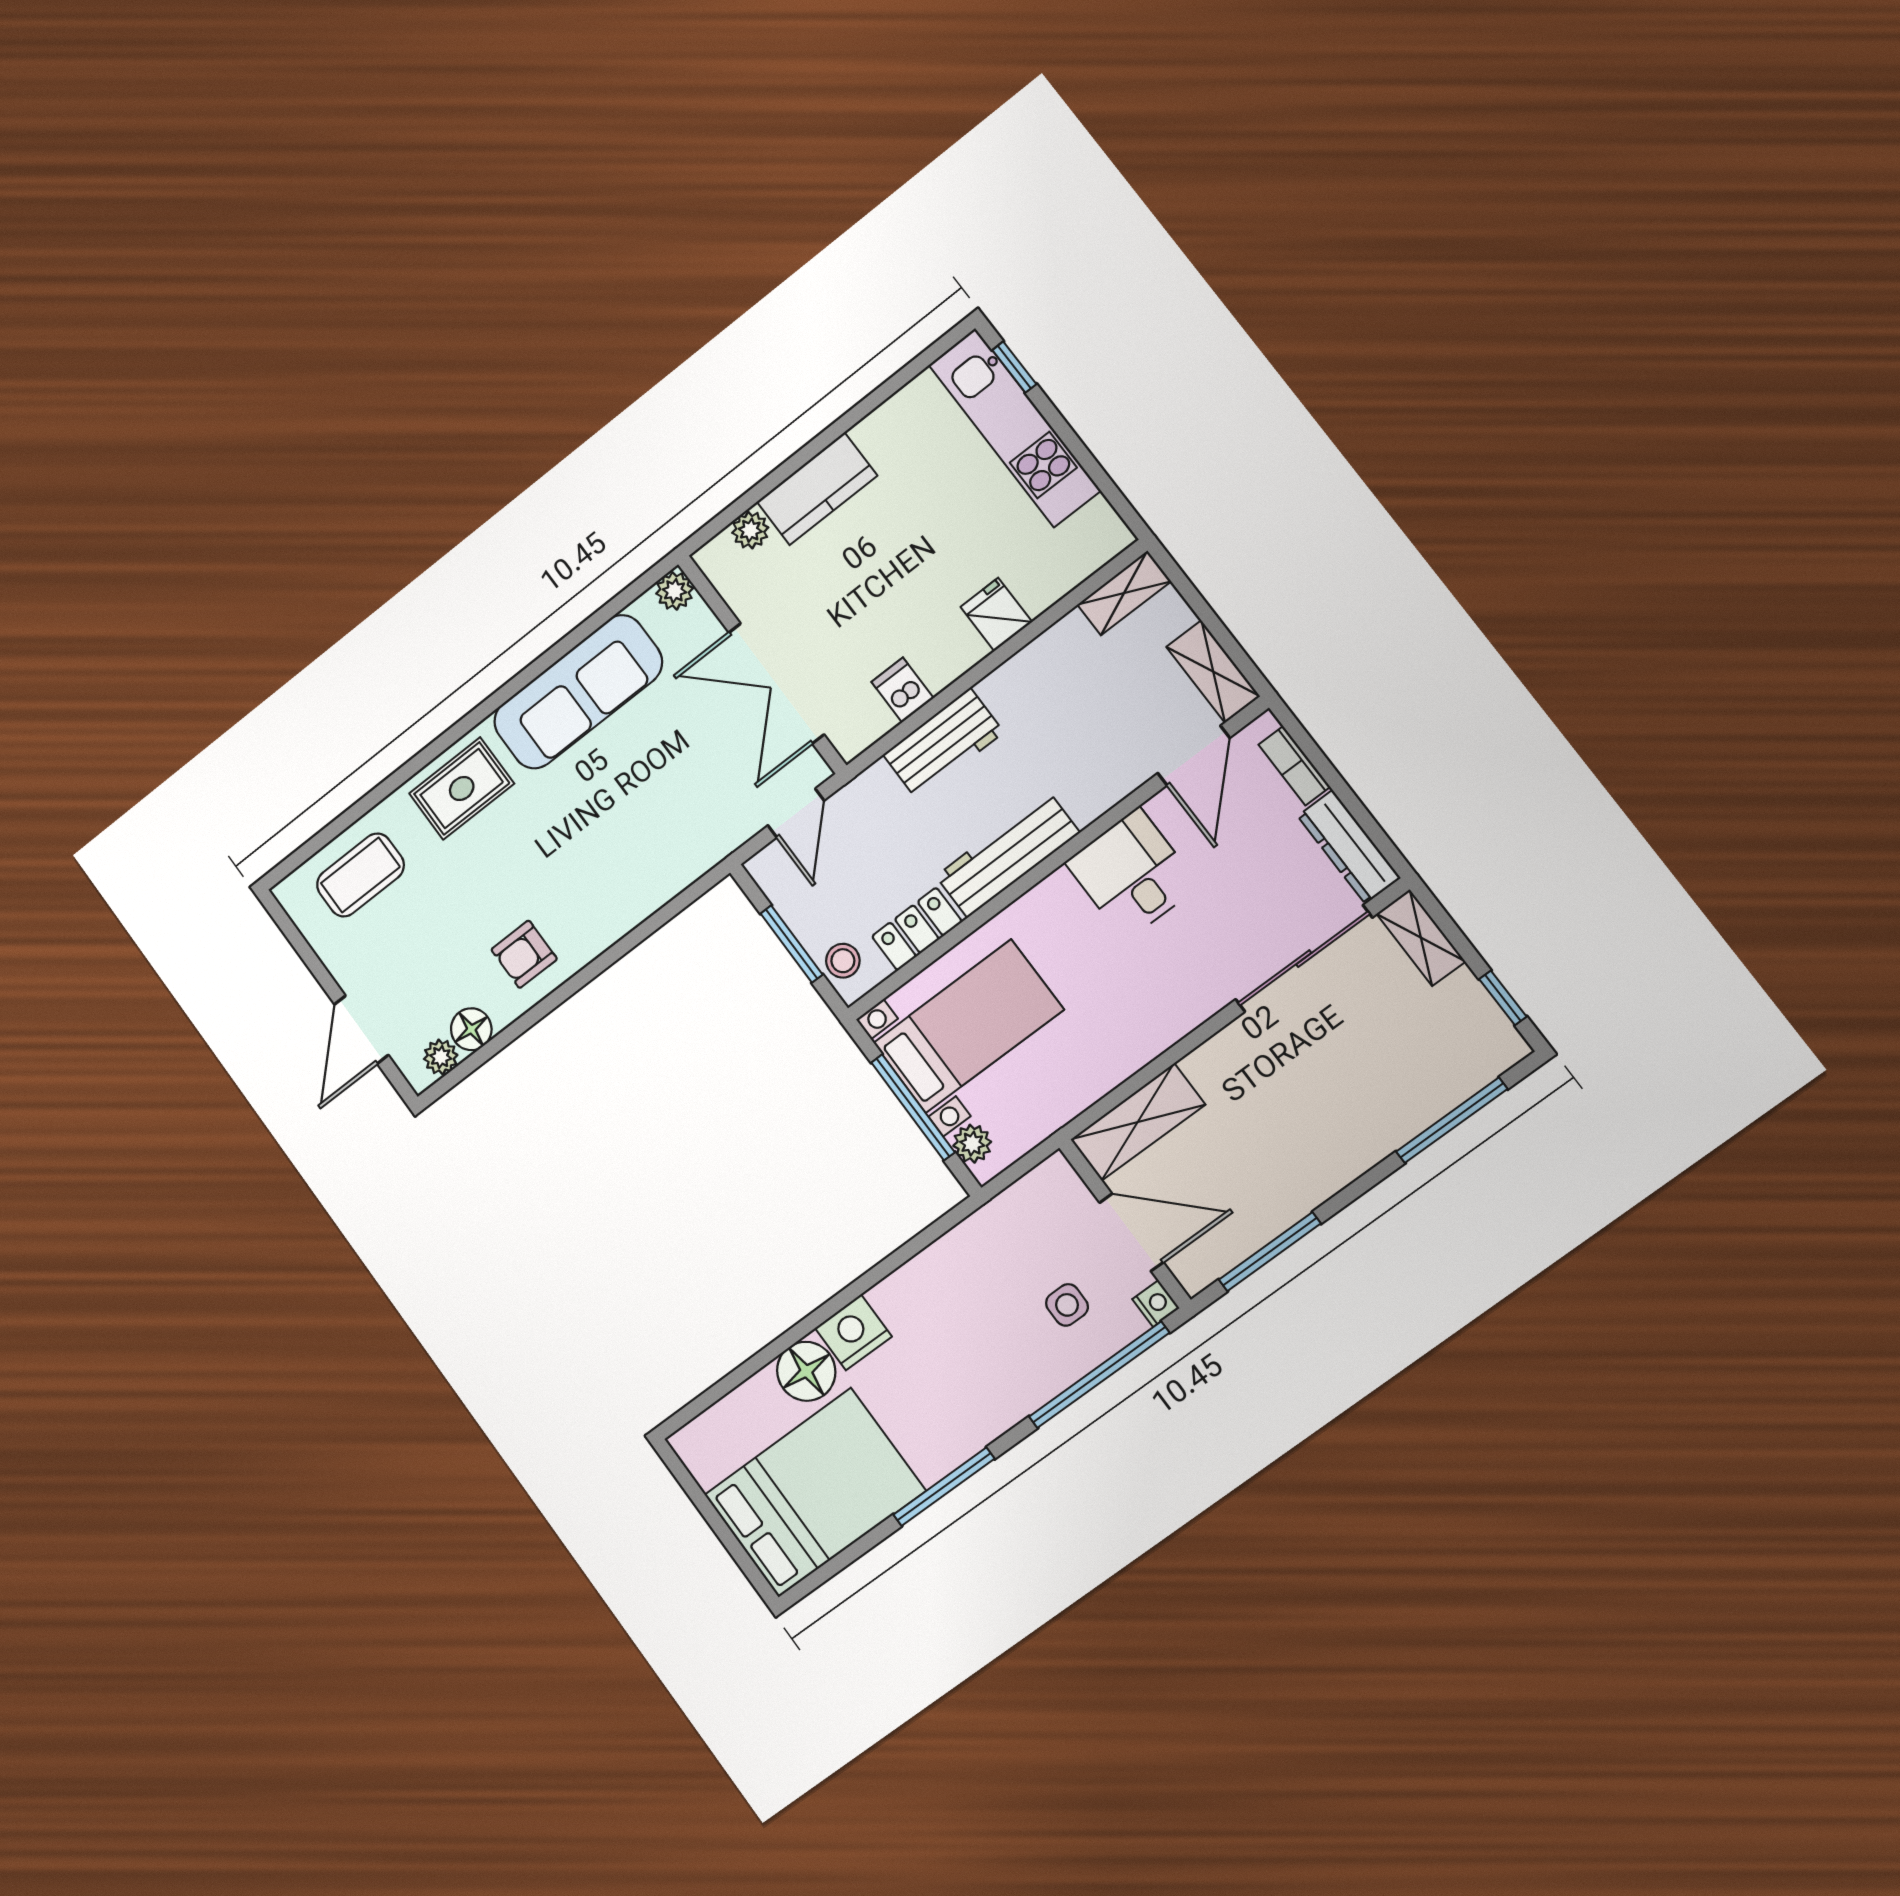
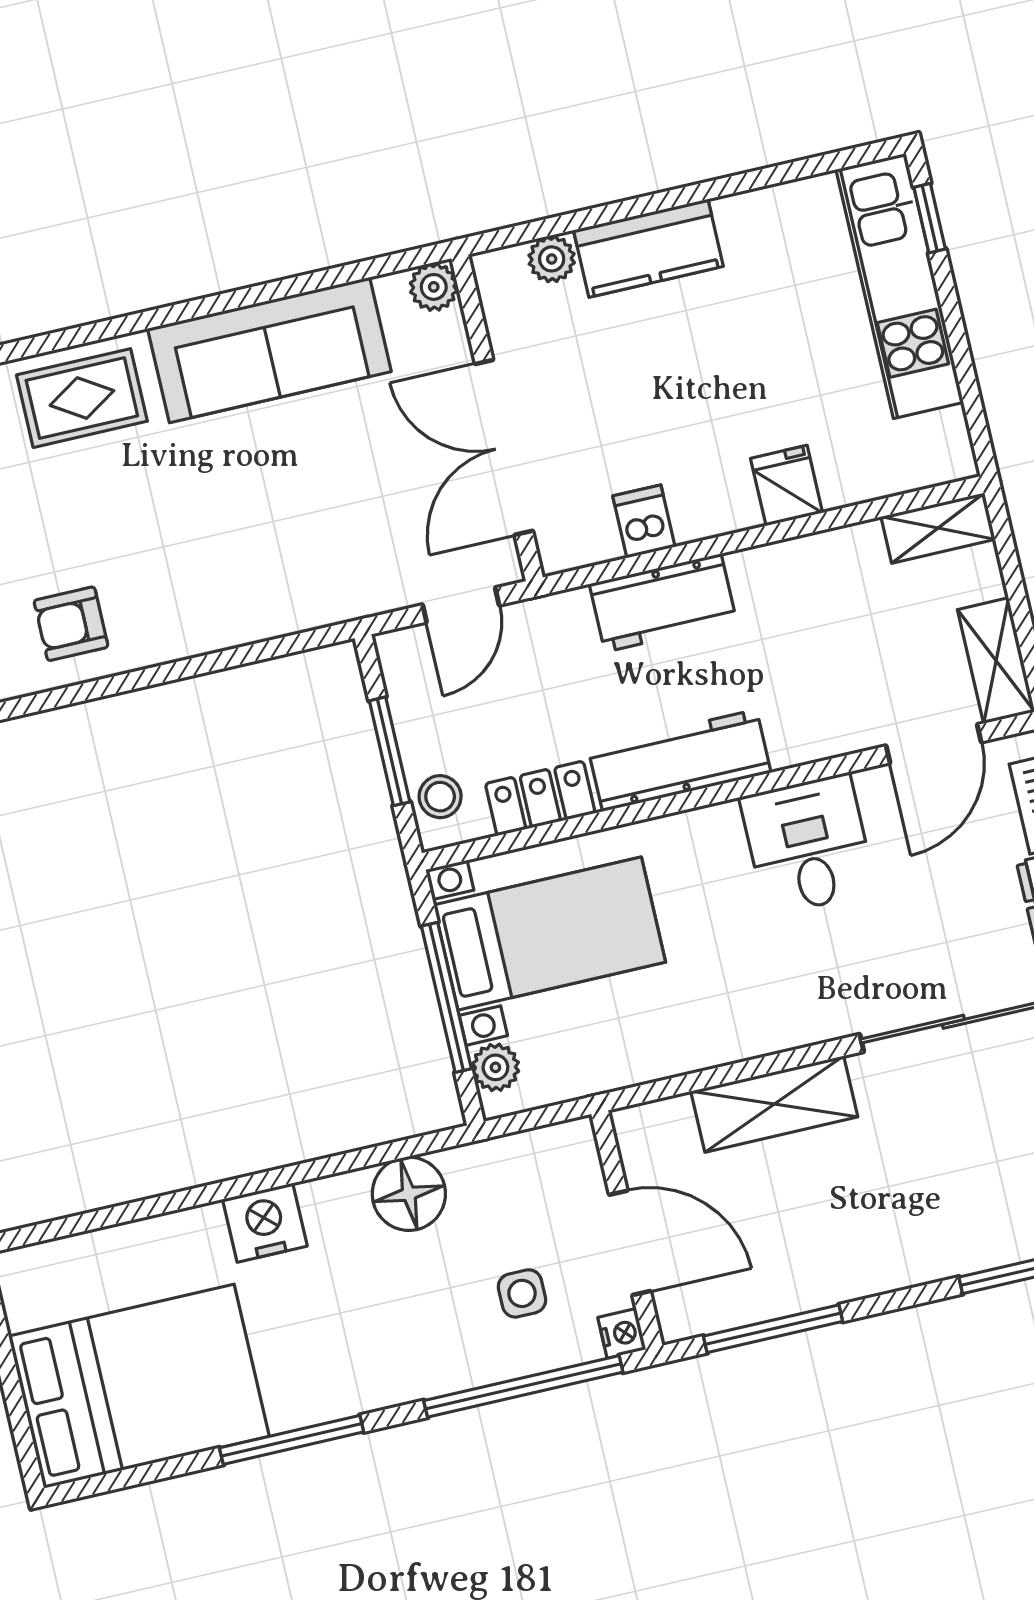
shelving: (1138, 1122) -> (774, 1104), moved
floor lamp: (806, 1371) -> (409, 1194), moved

